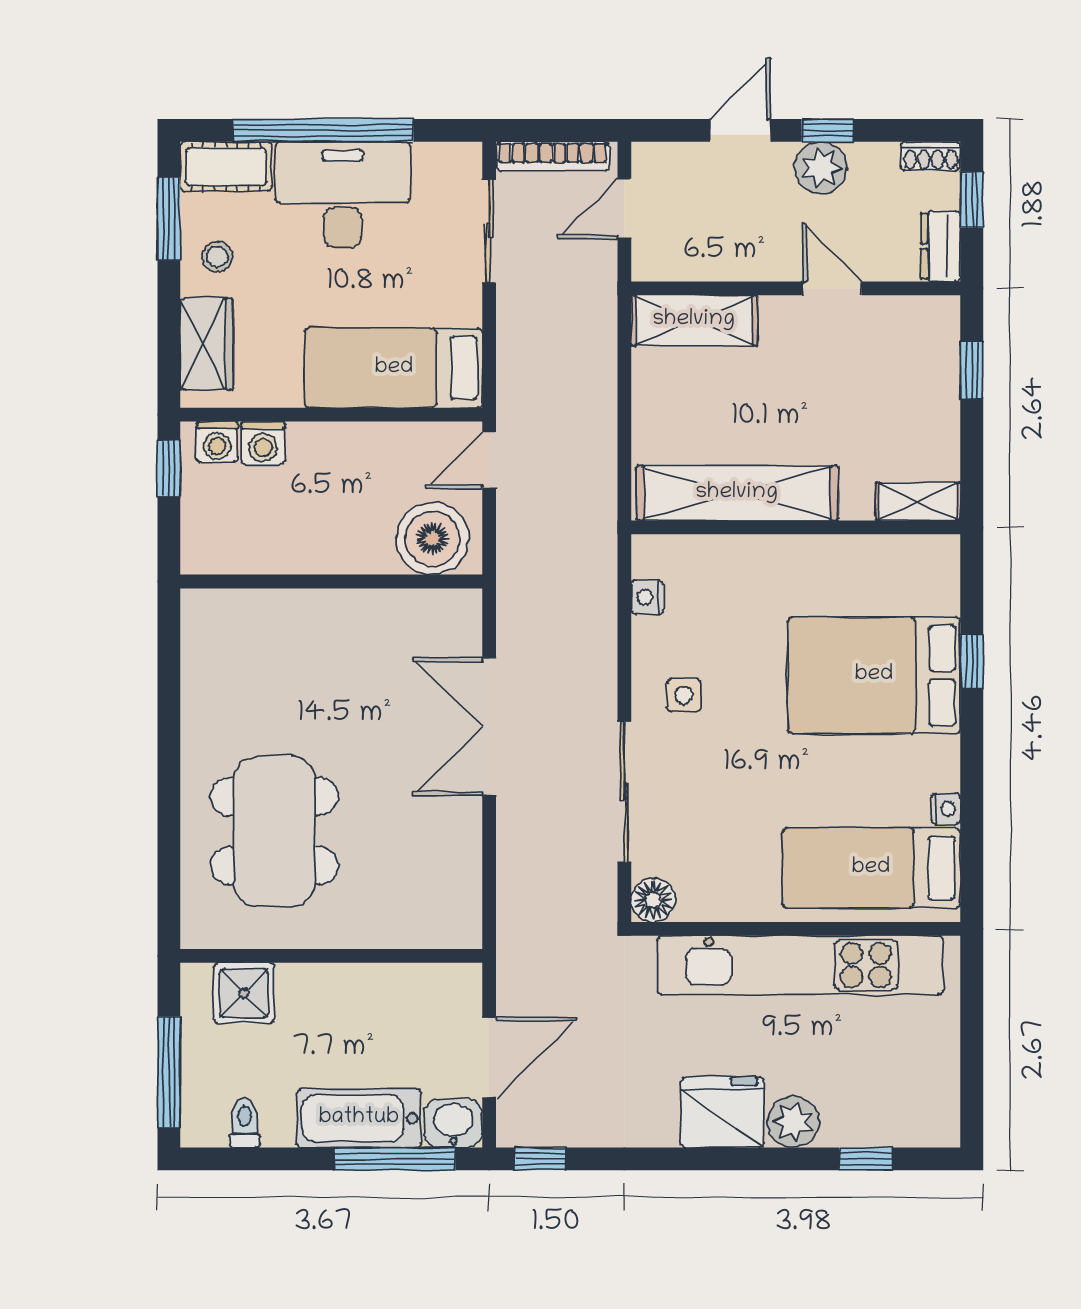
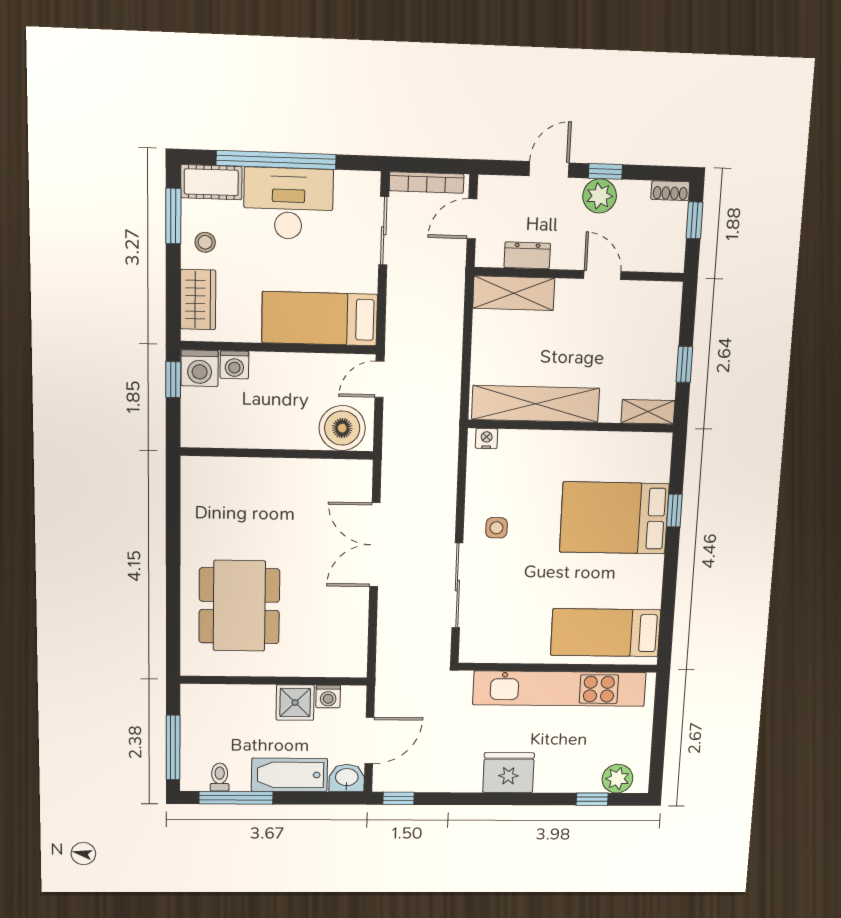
dresser: (941, 246) -> (527, 255), moved, turned 90
window: (972, 370) -> (684, 364), moved
washing machine: (217, 442) -> (200, 368), width x1.38, depth x1.38
nightstand: (647, 597) -> (487, 439), moved, turned 90
nightstand: (946, 809) -> (653, 598), removed
floor lamp: (653, 900) -> (472, 650), removed
washing machine: (420, 982) -> (328, 696), added
shower: (244, 993) -> (295, 703), moved
plant: (793, 1122) -> (617, 779), moved
window: (395, 1159) -> (236, 798), moved

